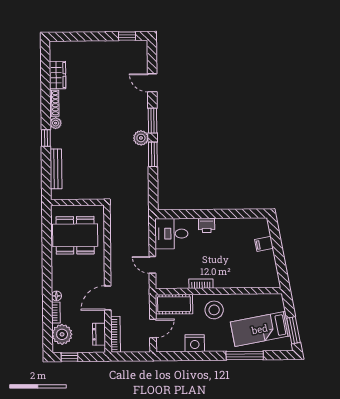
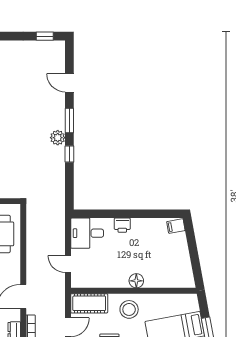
window: (153, 154) -> (69, 154), width x0.67
filing cabinet: (264, 244) -> (176, 226), moved
floor lamp: (221, 281) -> (136, 281), added
bookcase: (201, 284) -> (116, 283), removed

